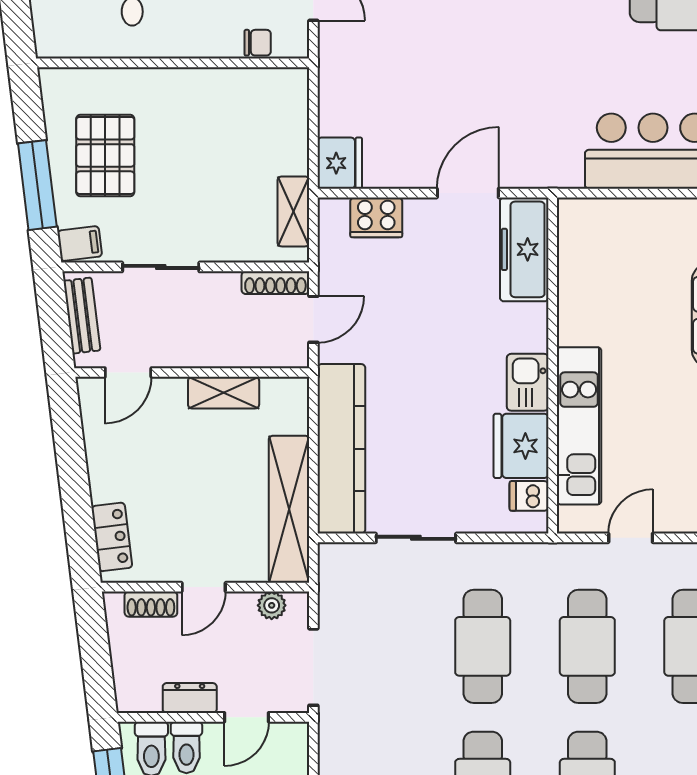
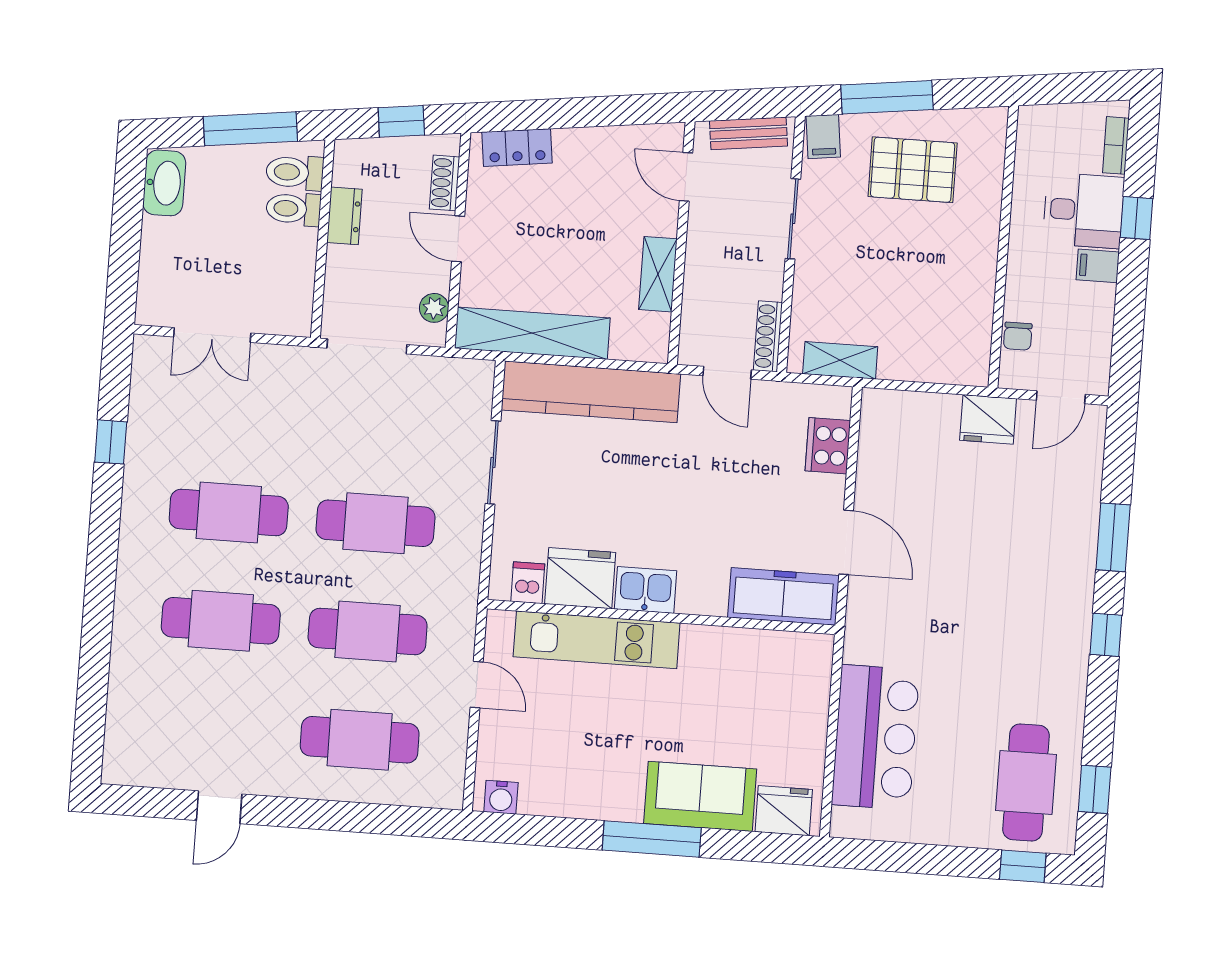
fridge: (340, 163) -> (988, 419), moved
window: (95, 650) -> (401, 121), added
door: (247, 717) -> (320, 273), removed

